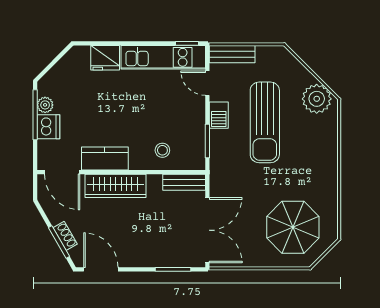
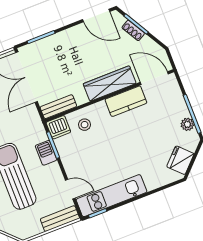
fridge: (105, 58) -> (180, 160), moved, turned -45
barbecue: (219, 115) -> (46, 153), moved
dishwasher: (48, 127) -> (58, 127), moved, turned -90

